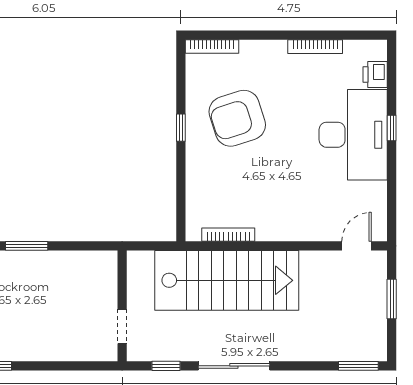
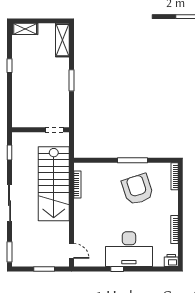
printer: (375, 74) -> (171, 260), moved
window: (181, 128) -> (133, 160), width x2.17
window: (392, 128) -> (117, 269), moved
doorway: (122, 326) -> (54, 130), moved
sliding door: (234, 366) -> (10, 203), moved

